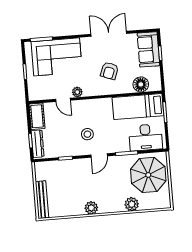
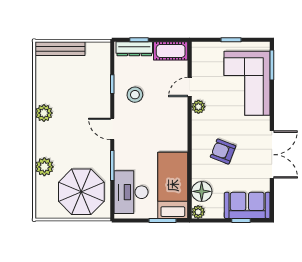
plant: (156, 86) -> (198, 212), added
stool: (87, 134) -> (135, 95), moved

